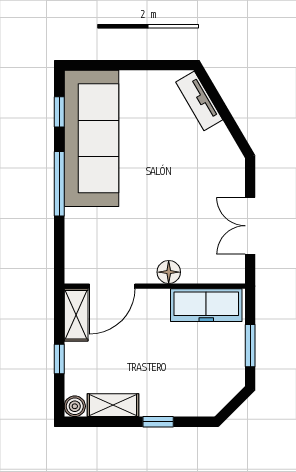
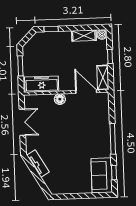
tv unit: (199, 101) -> (38, 164), moved
sofa: (91, 138) -> (102, 175), width x0.54, depth x0.79
door: (112, 286) -> (86, 92), hinge flipped
window: (158, 422) -> (51, 29), moved

